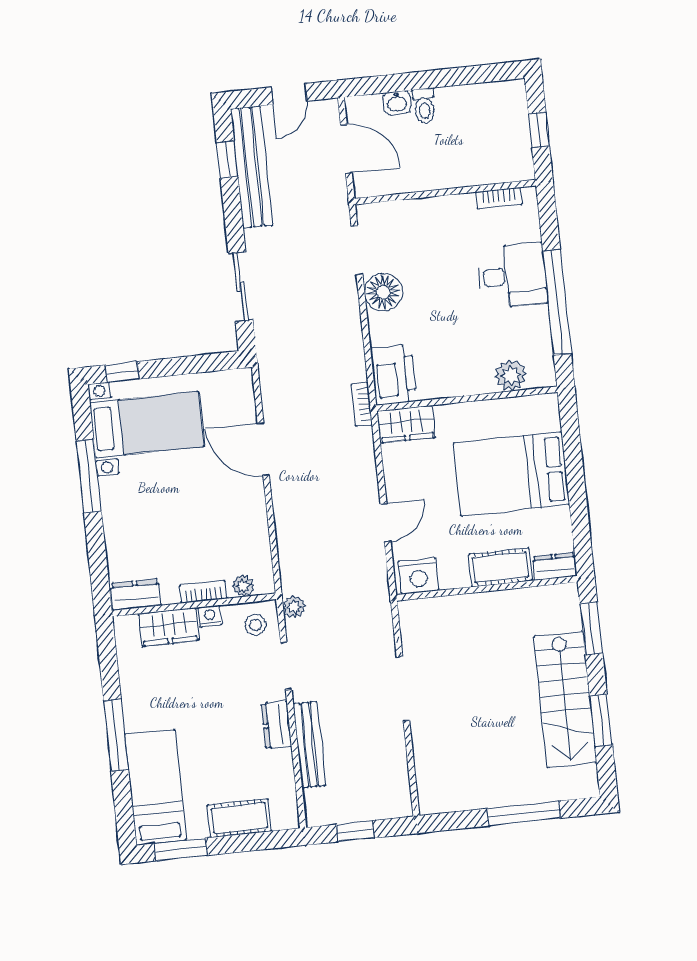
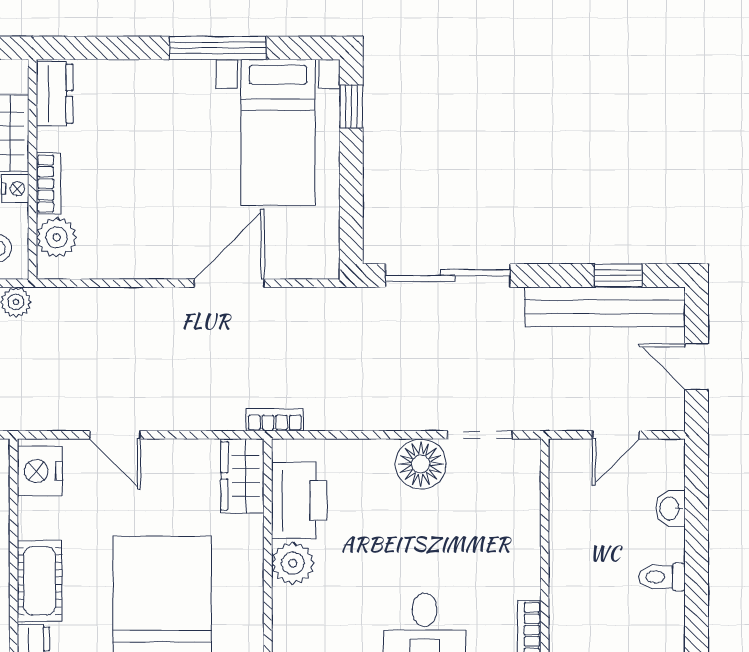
toilet: (424, 106) -> (662, 577), moved
door: (346, 149) -> (616, 435), width x0.73
sliding door: (241, 287) -> (448, 276), width x1.37
printer: (394, 375) -> (299, 500), moved, turned -90
plant: (510, 375) -> (293, 563), moved
plant: (243, 586) -> (57, 237), width x1.38, depth x1.38

